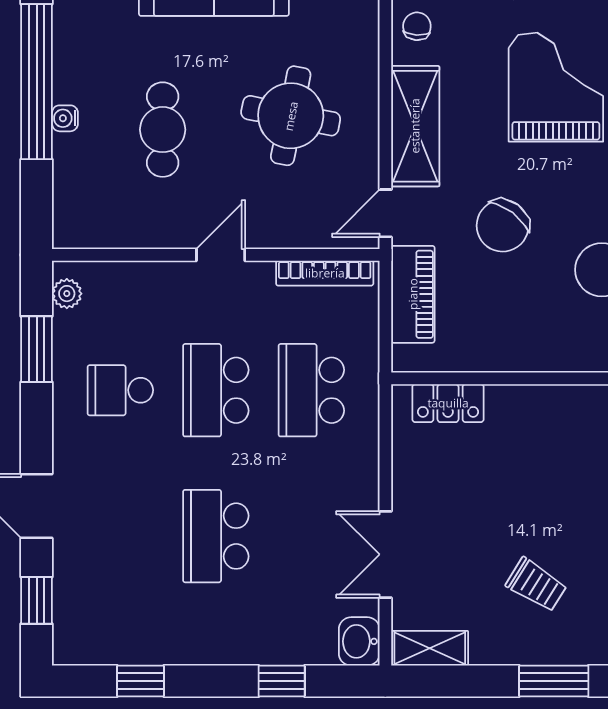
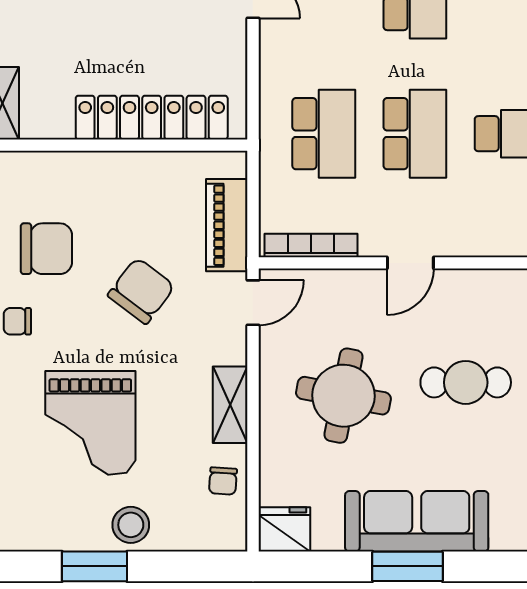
shelving: (415, 126) -> (230, 405), width x0.67, depth x0.75
cafe table: (163, 130) -> (466, 382), turned 90
locker: (448, 403) -> (152, 118), width x2.16, depth x1.21

